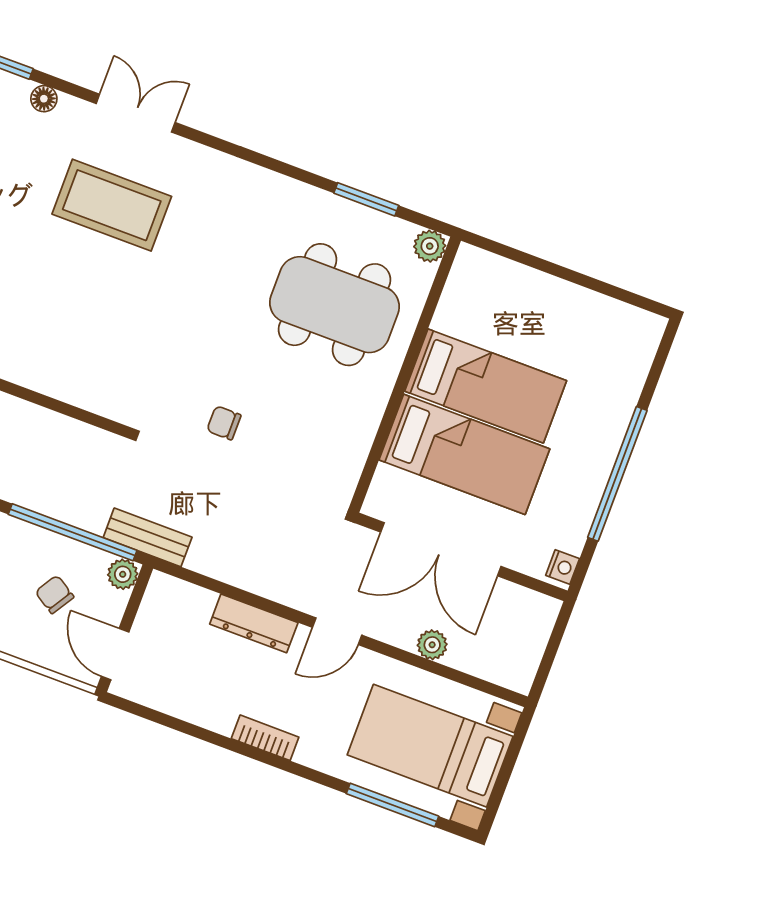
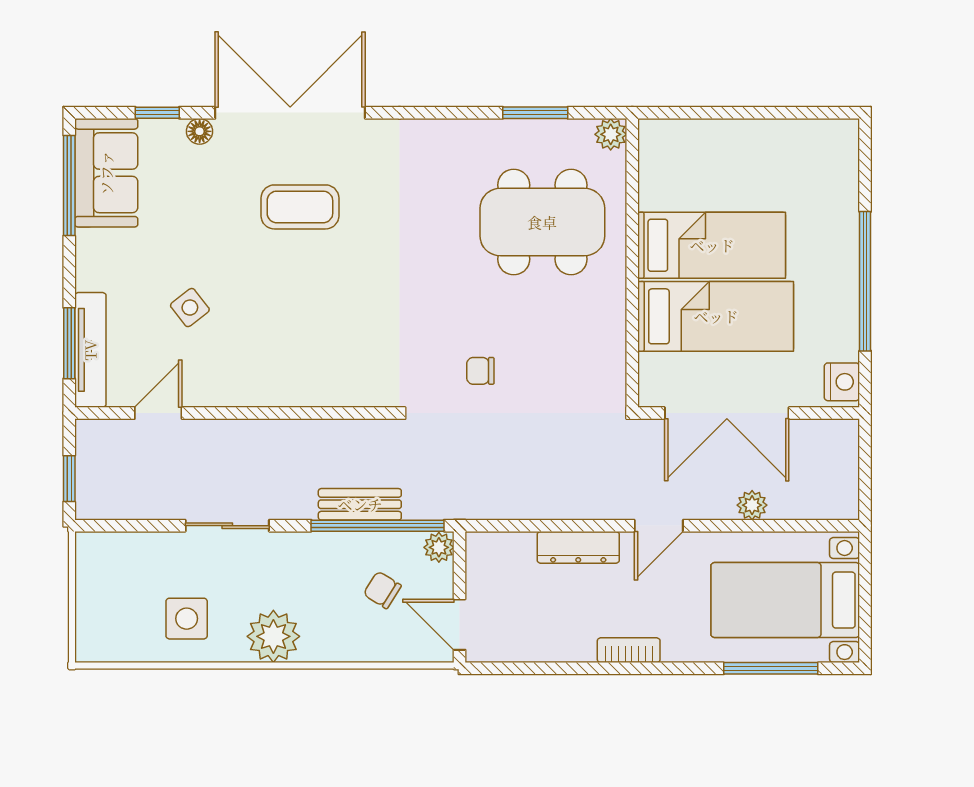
double door: (136, 113) -> (290, 113), width x1.87
coffee table: (112, 205) -> (300, 207), width x0.73, depth x0.76
bench: (148, 537) -> (360, 504), moved
nightstand: (563, 567) -> (842, 382), width x1.39, depth x1.35

